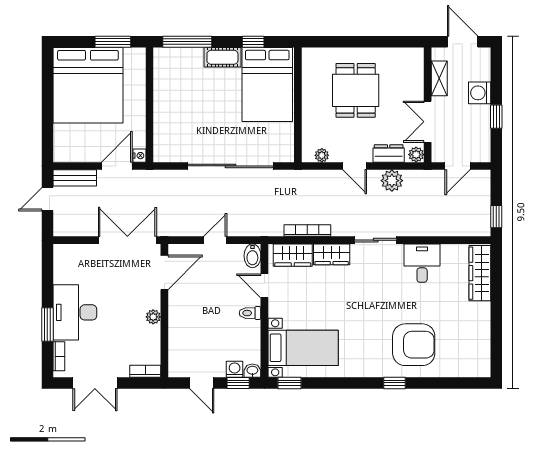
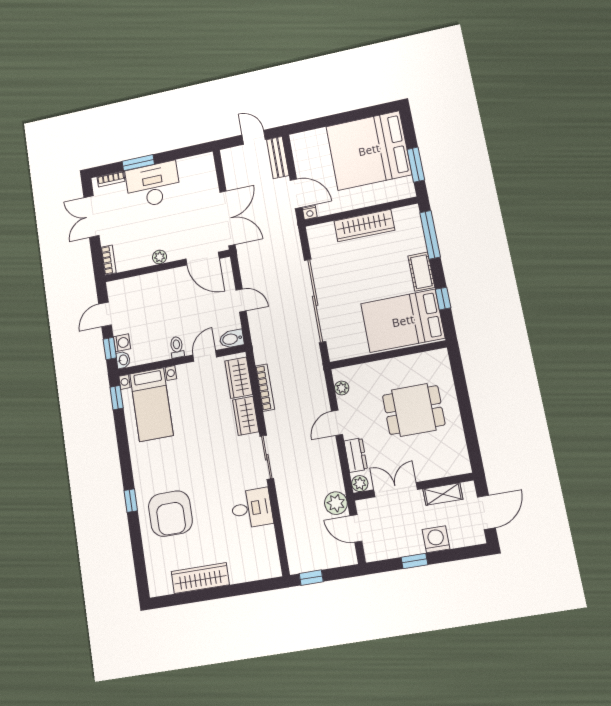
wardrobe: (164, 104) -> (364, 226), added
plant: (392, 181) -> (336, 503), moved
wardrobe: (480, 273) -> (200, 578), moved

